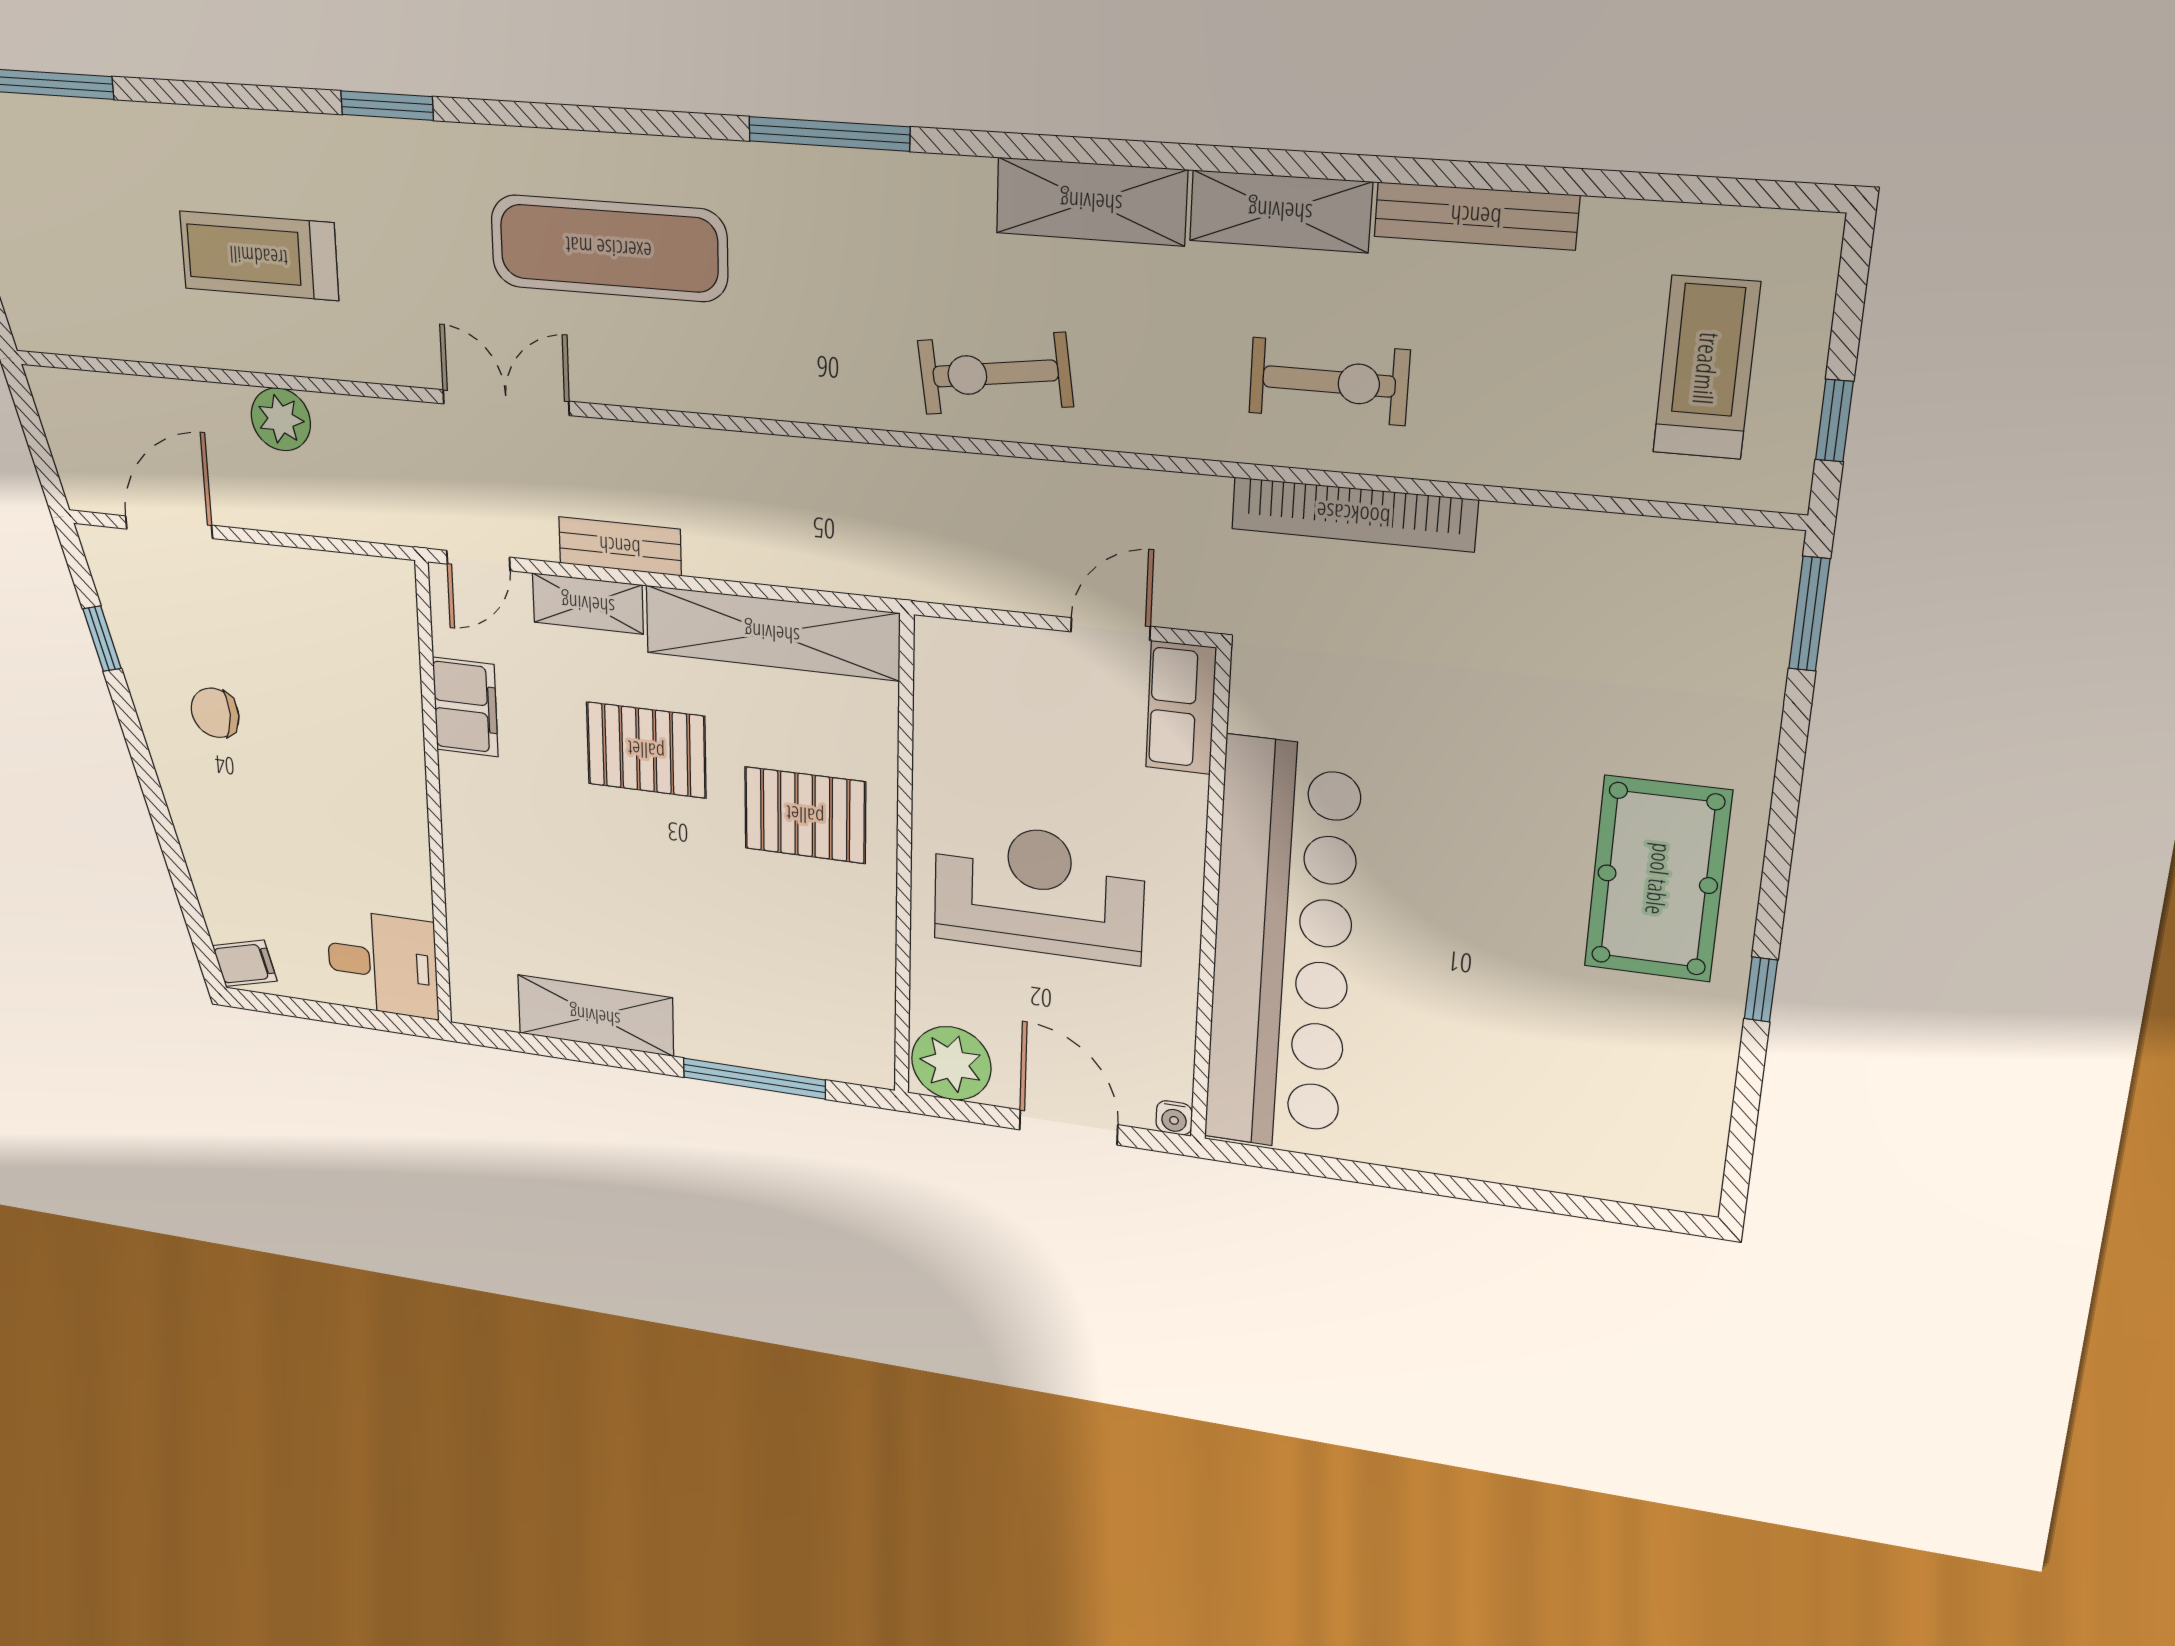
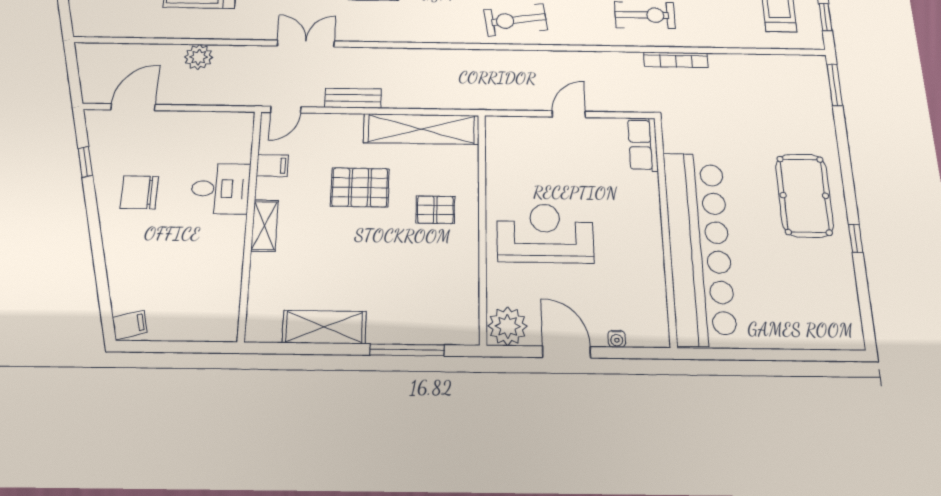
bookcase: (1354, 514) -> (676, 60), width x0.68, depth x0.76
shelving: (588, 604) -> (265, 226), moved, turned 90
filing cabinet: (465, 707) -> (272, 166), width x0.50
row of seats: (1181, 708) -> (643, 145), moved
chair: (215, 713) -> (139, 192), width x1.37, depth x1.37
pallet: (805, 815) -> (435, 210), width x0.67, depth x0.71
wall: (1210, 901) -> (665, 229), moved
bar counter: (1282, 949) -> (699, 247), moved
desk: (383, 964) -> (221, 189), moved

